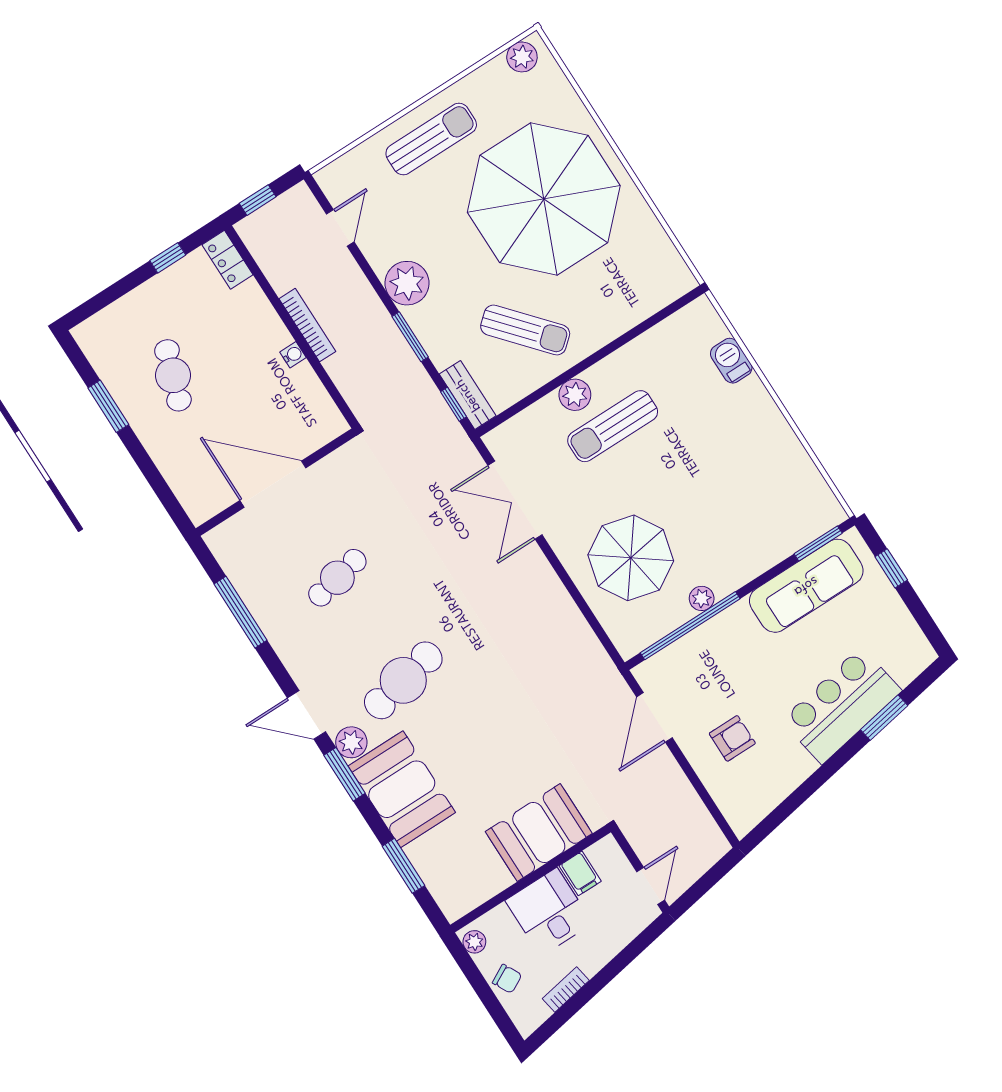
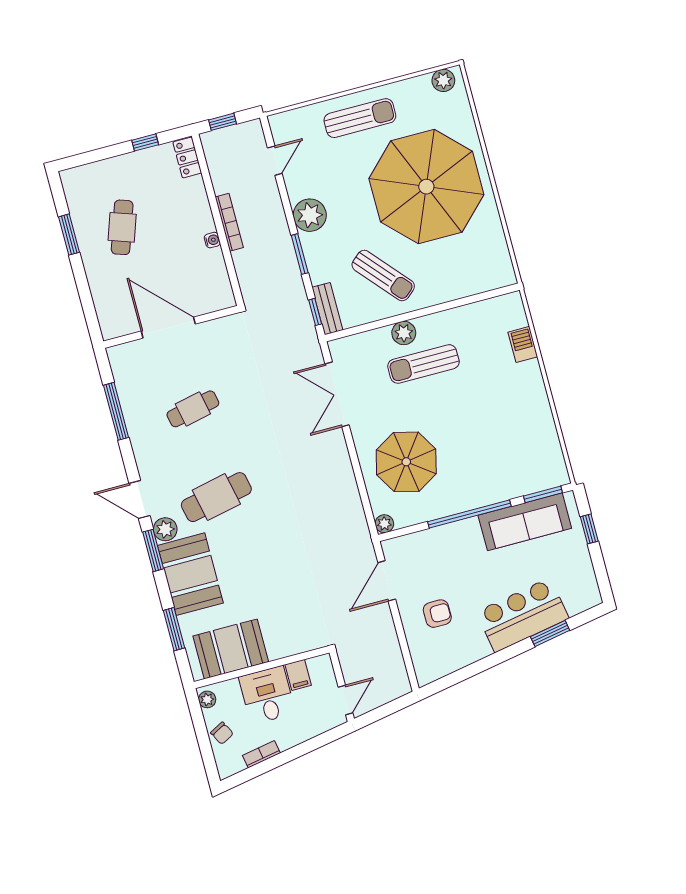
plant: (702, 598) -> (384, 524), moved
window: (690, 626) -> (469, 514), moved
booth: (539, 832) -> (231, 649), moved

